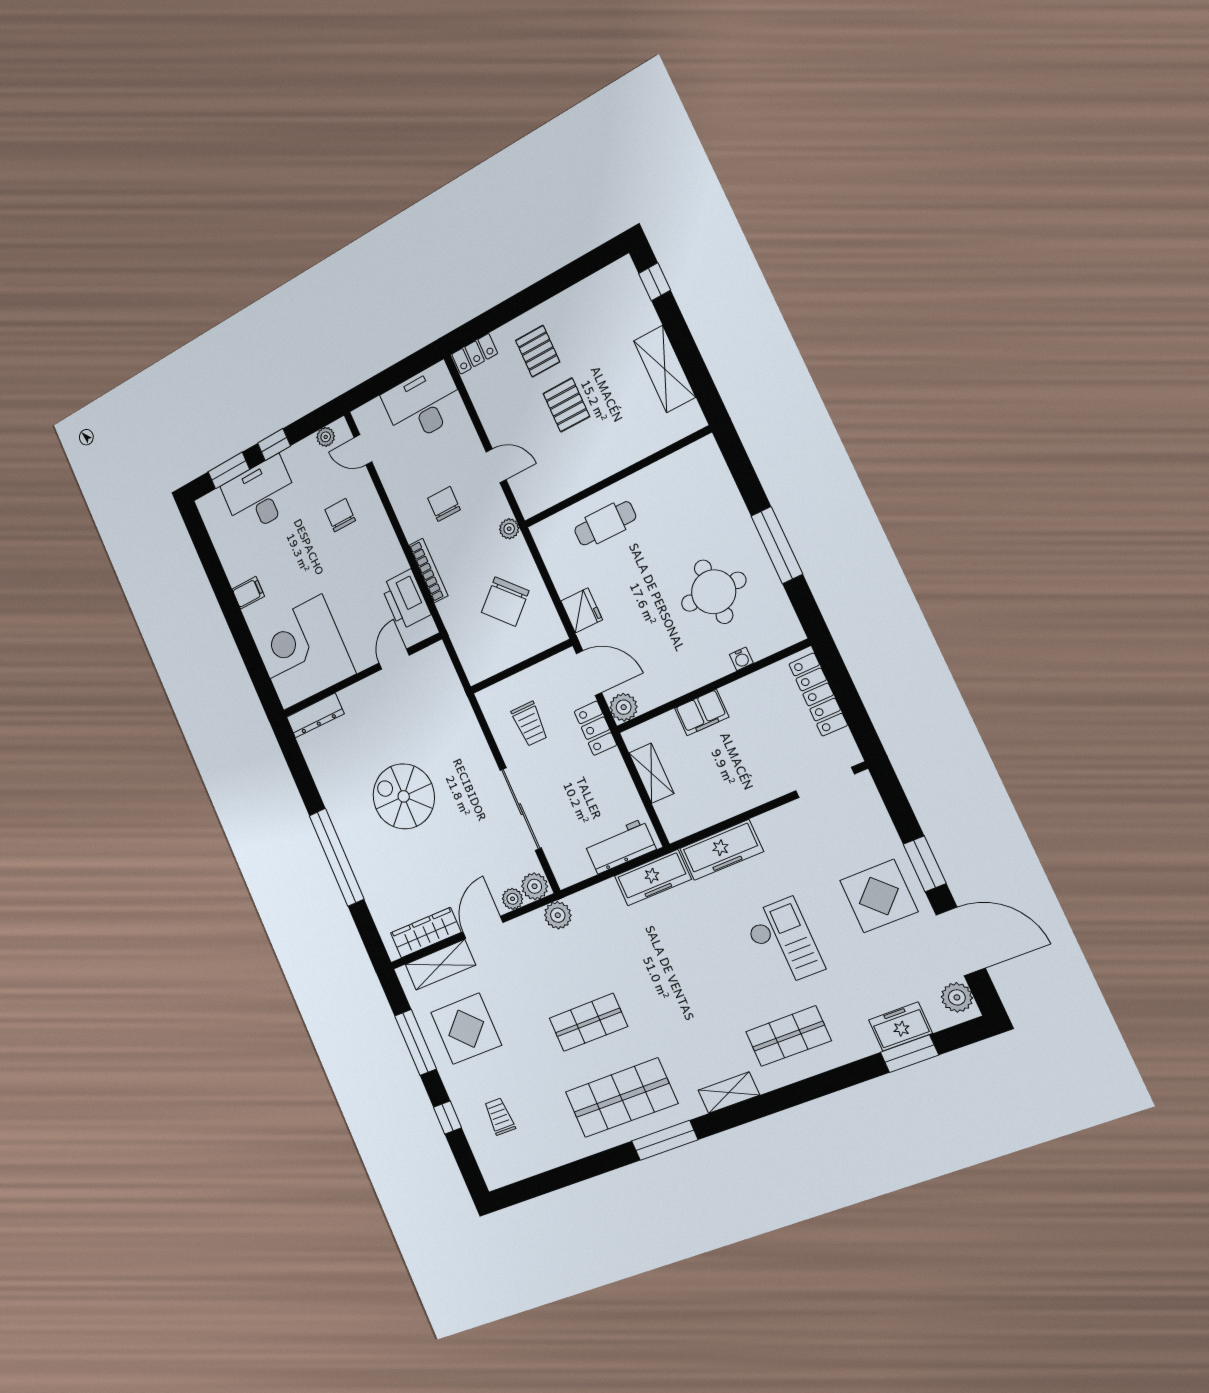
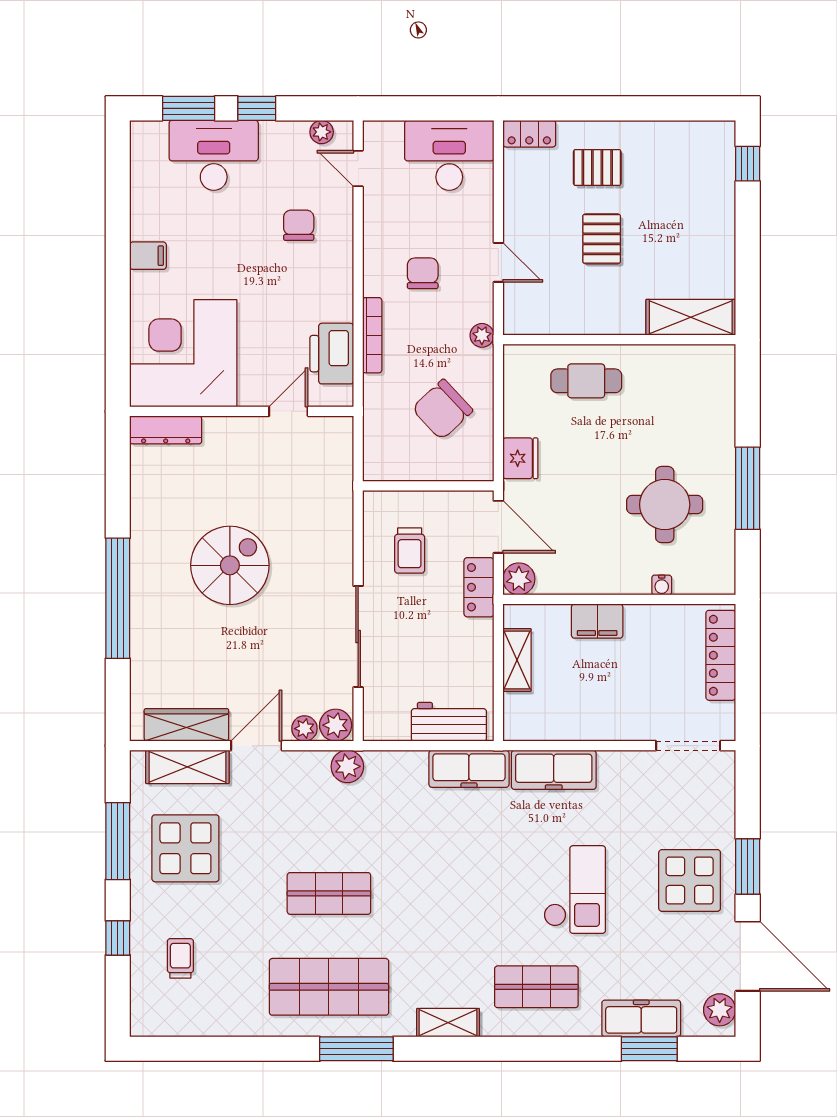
pallet: (538, 351) -> (597, 168), turned 90
shelving: (665, 369) -> (691, 317), moved, turned 90
spiral stairs: (404, 796) -> (230, 565), turned 90
freezer: (900, 1027) -> (641, 1018), width x1.40

